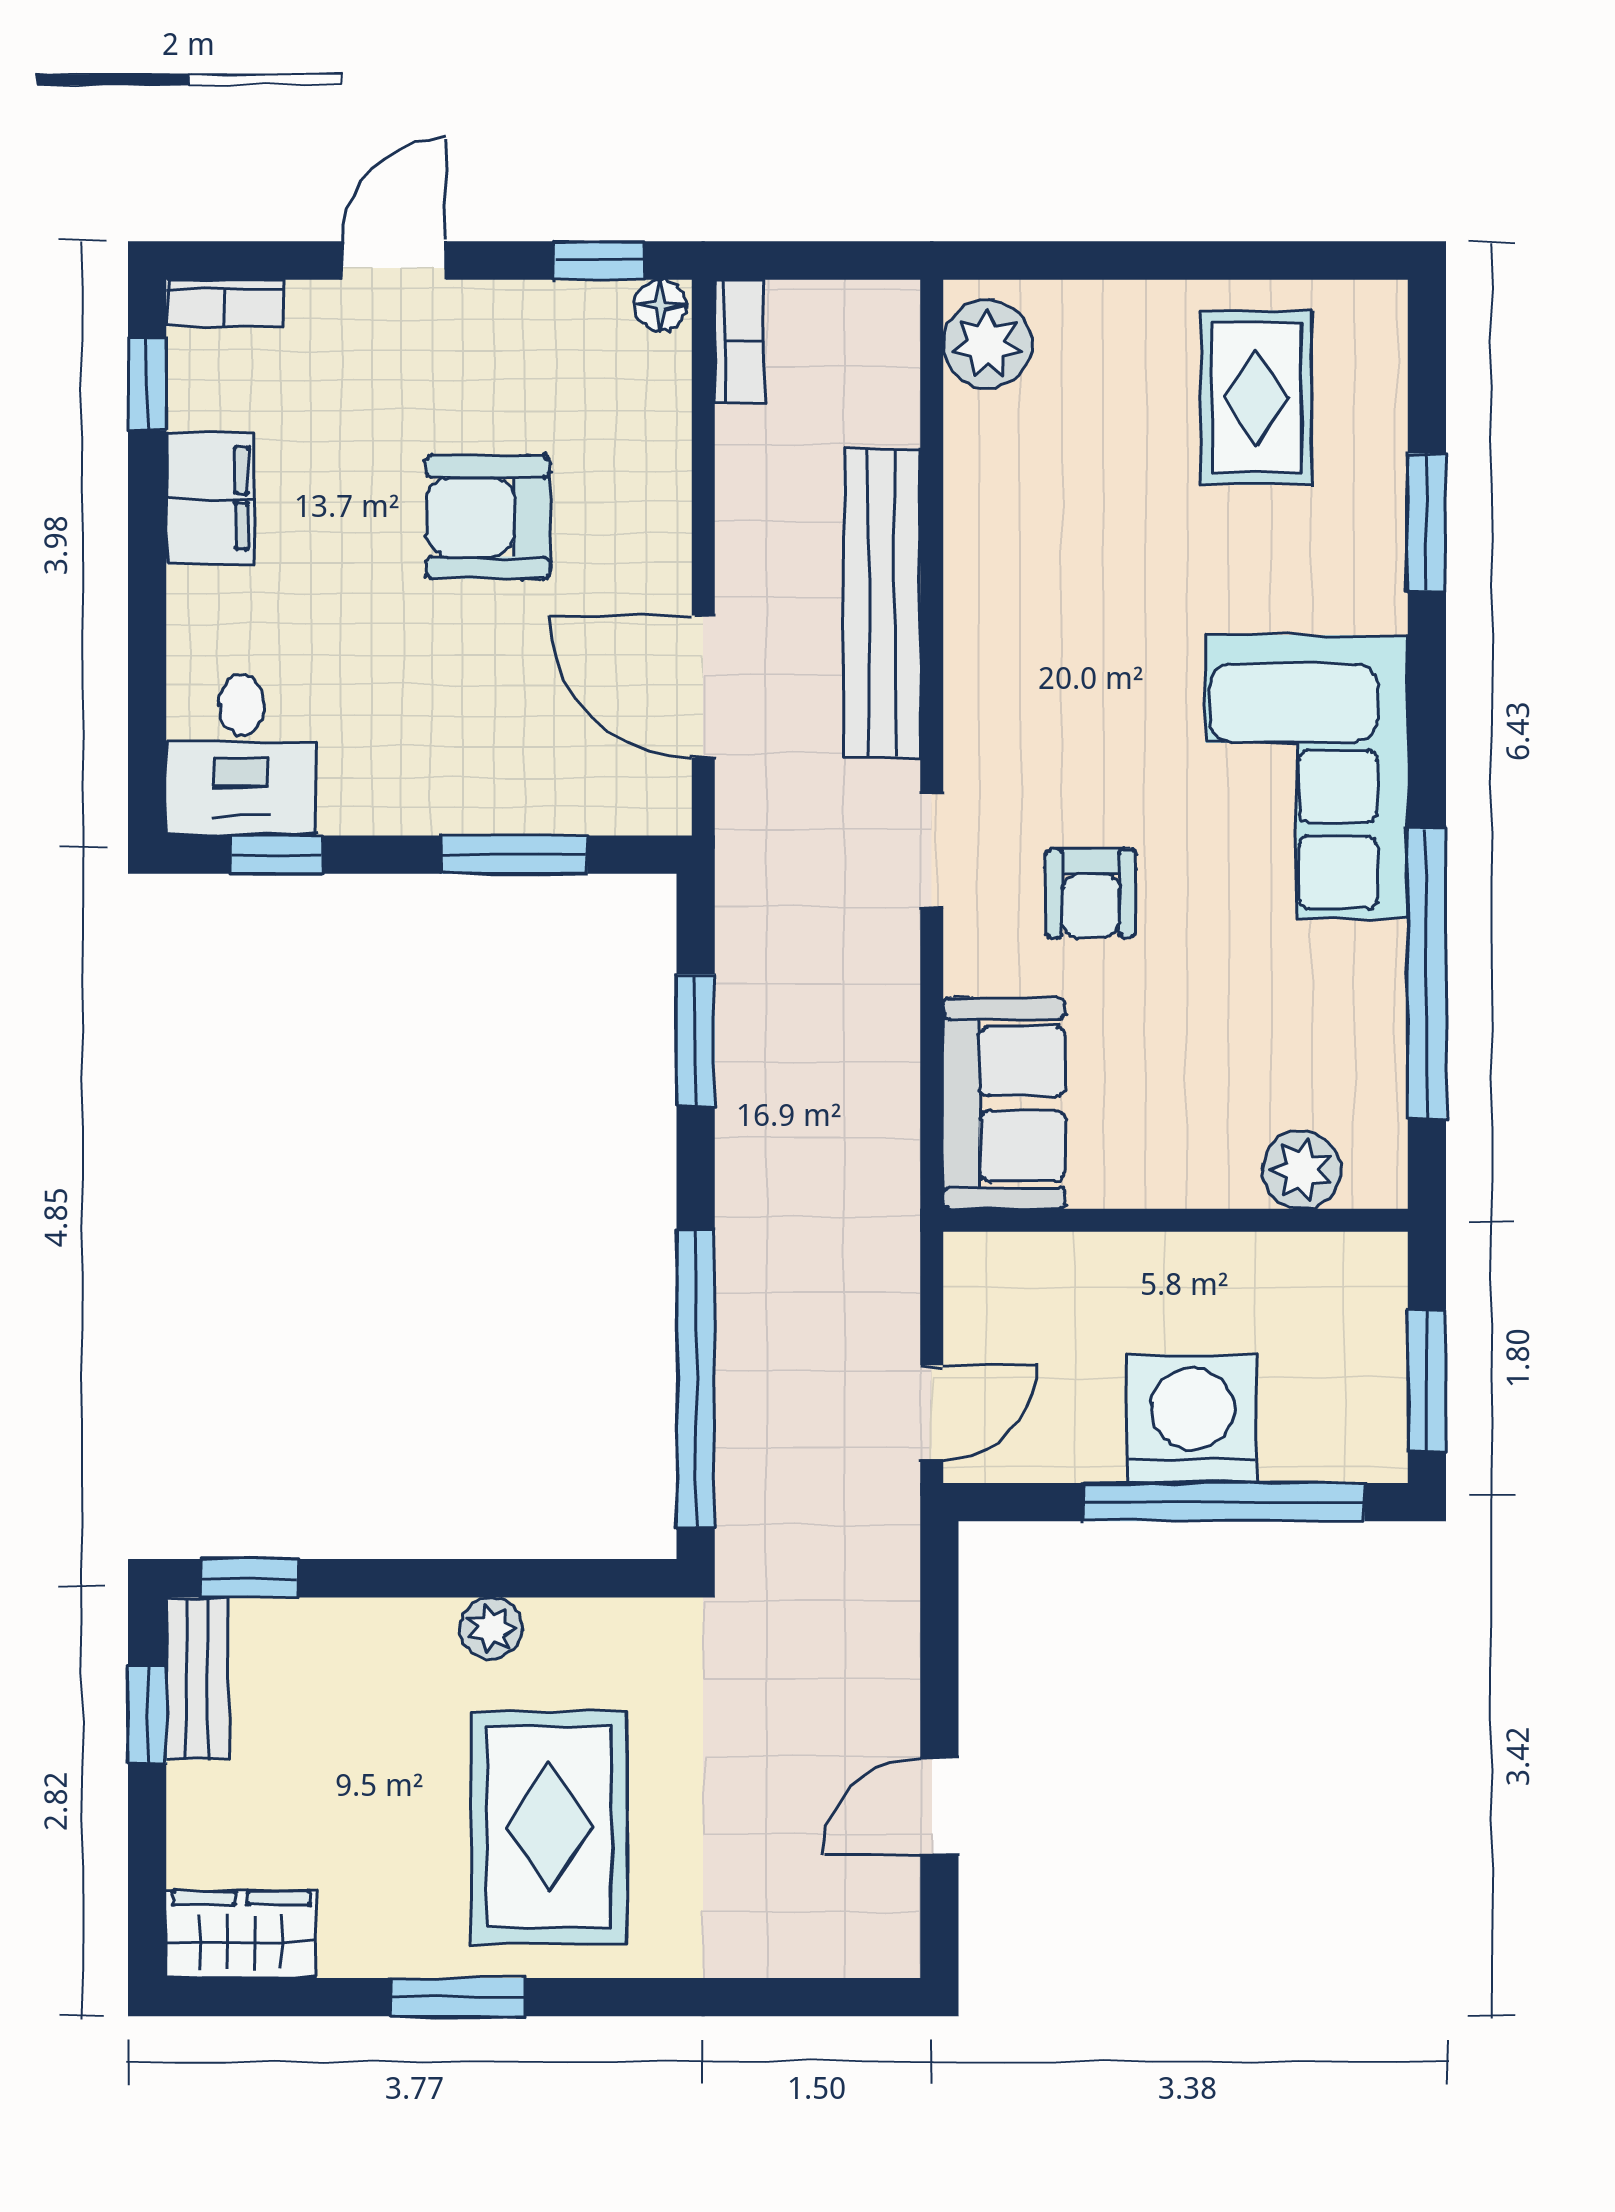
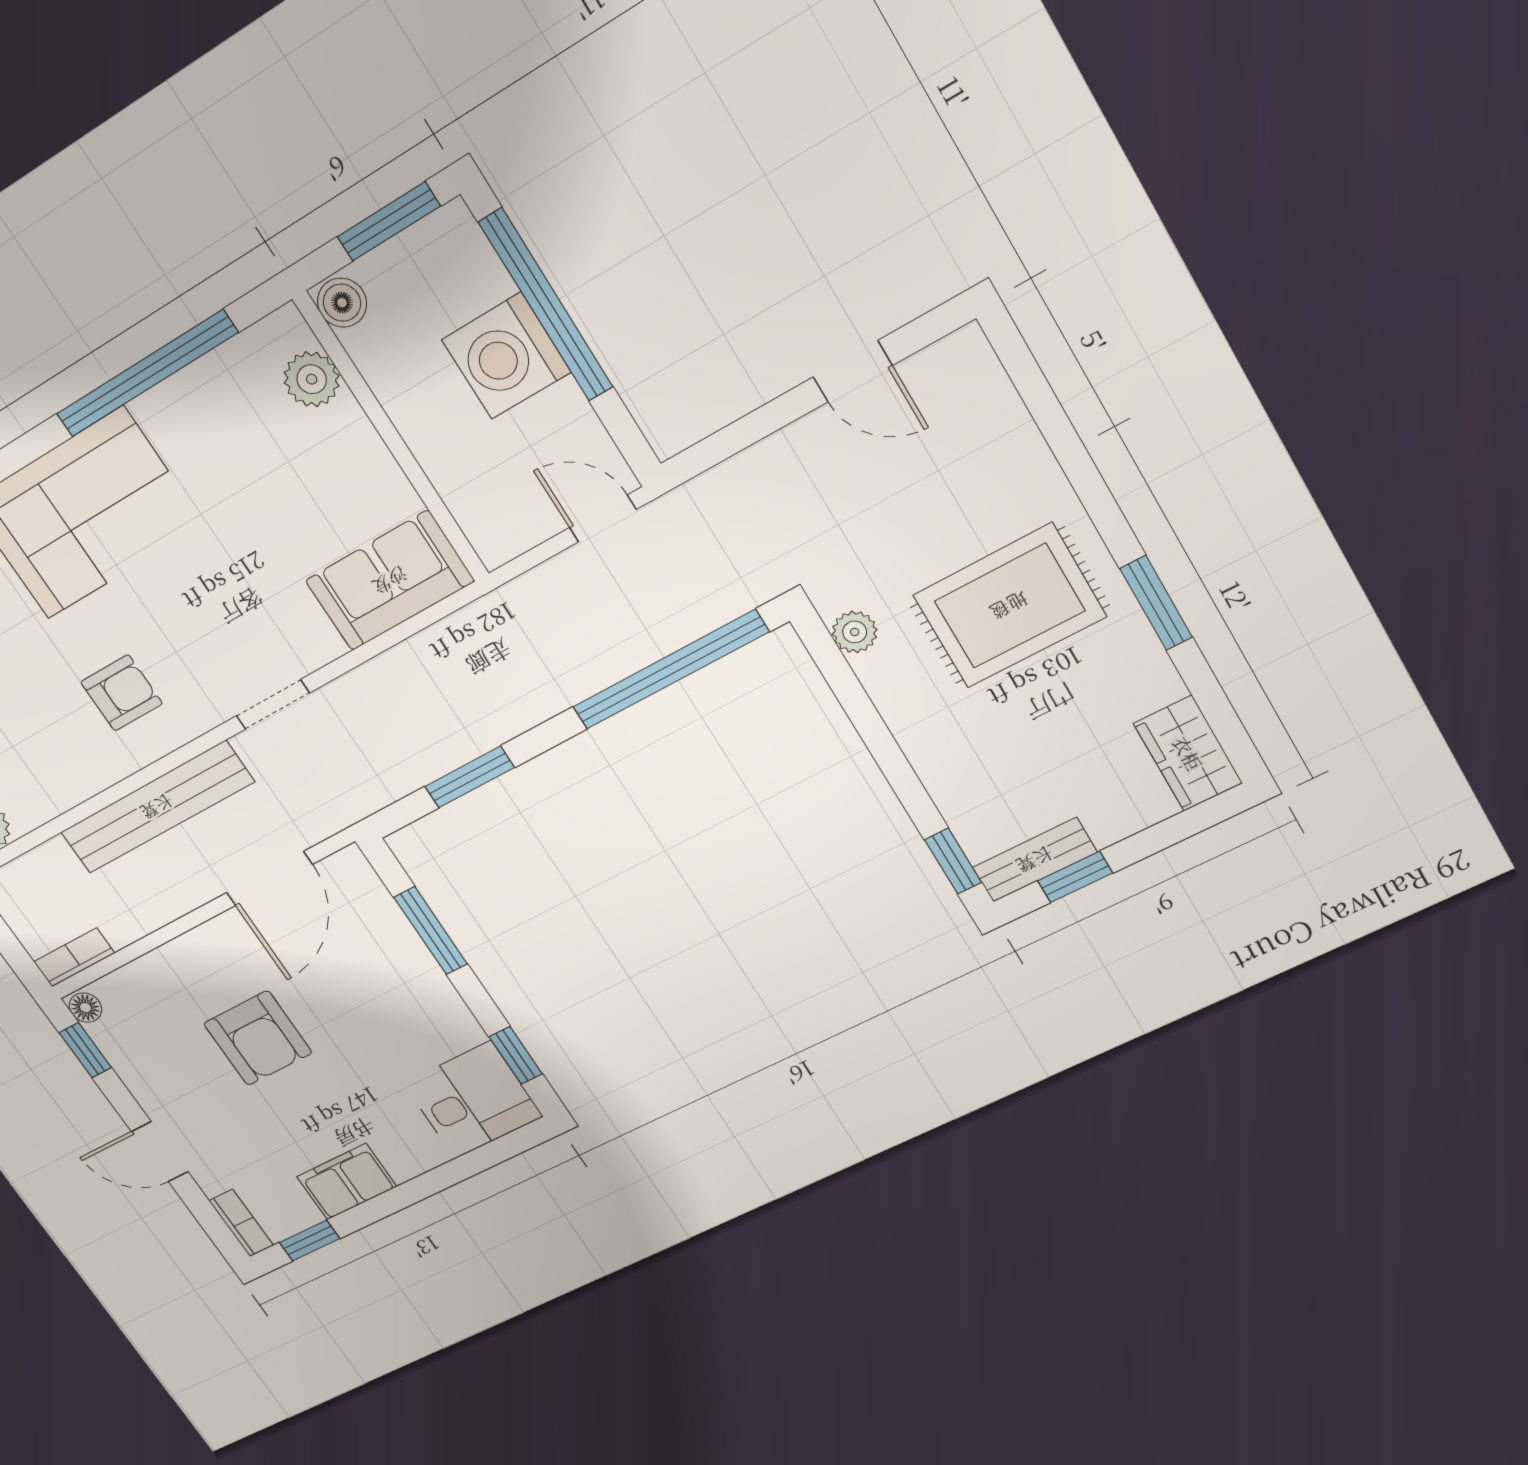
armchair: (1091, 893) -> (122, 693), moved
boiler: (1368, 1265) -> (342, 303), added
plant: (491, 1628) -> (855, 632), moved

